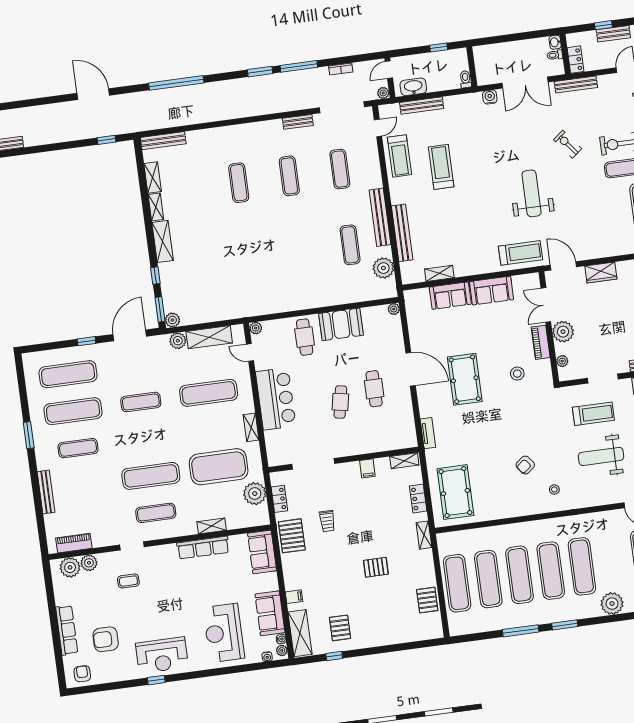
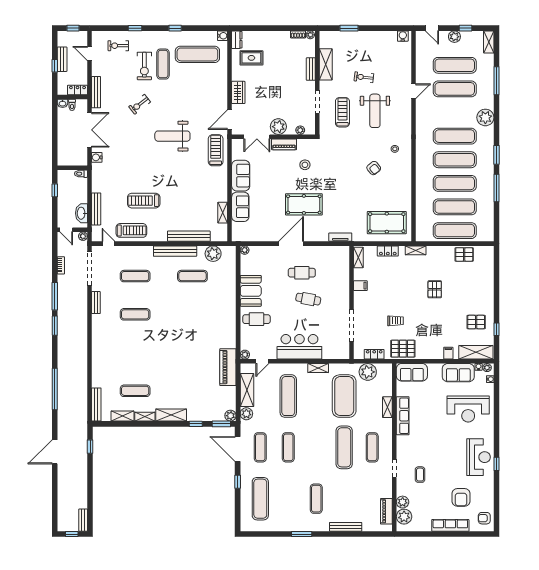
exercise mat: (239, 183) -> (135, 391), moved
piano: (236, 308) -> (228, 367), added
exercise mat: (73, 411) -> (260, 447), moved, width x0.73, depth x0.69

